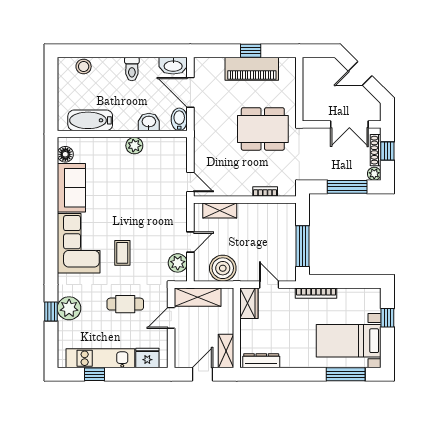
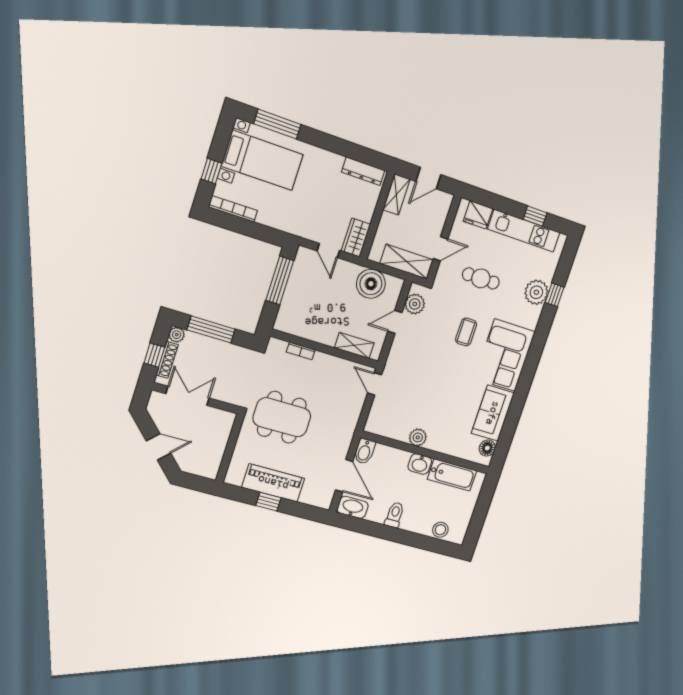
washbasin: (149, 122) -> (420, 464), moved
bookcase: (316, 293) -> (233, 209), moved

